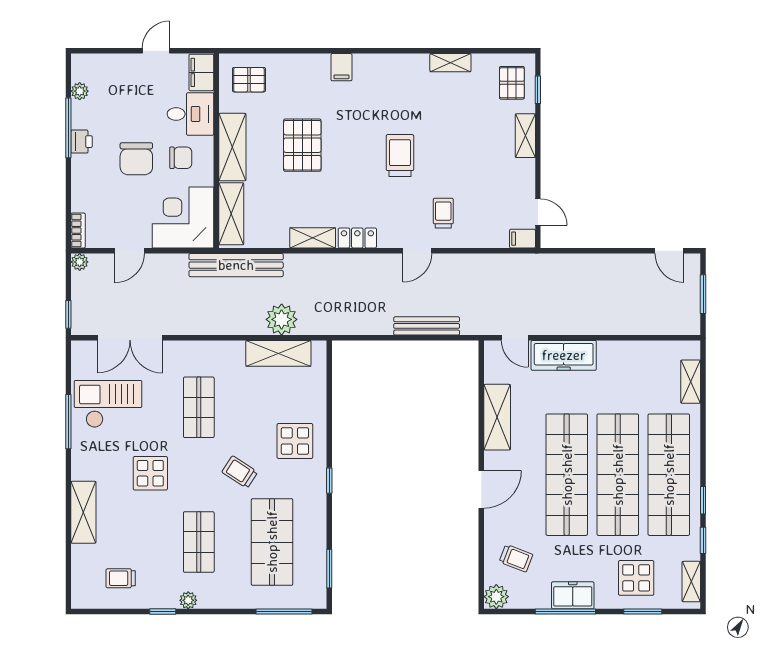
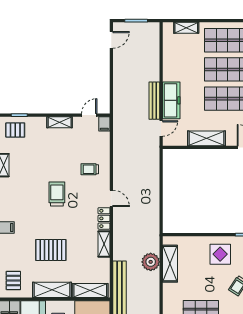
shelving: (525, 136) -> (60, 122), moved
trolley: (400, 156) -> (57, 194), turned 90
door: (417, 251) -> (111, 198), moved
bench: (427, 326) -> (154, 101), moved

